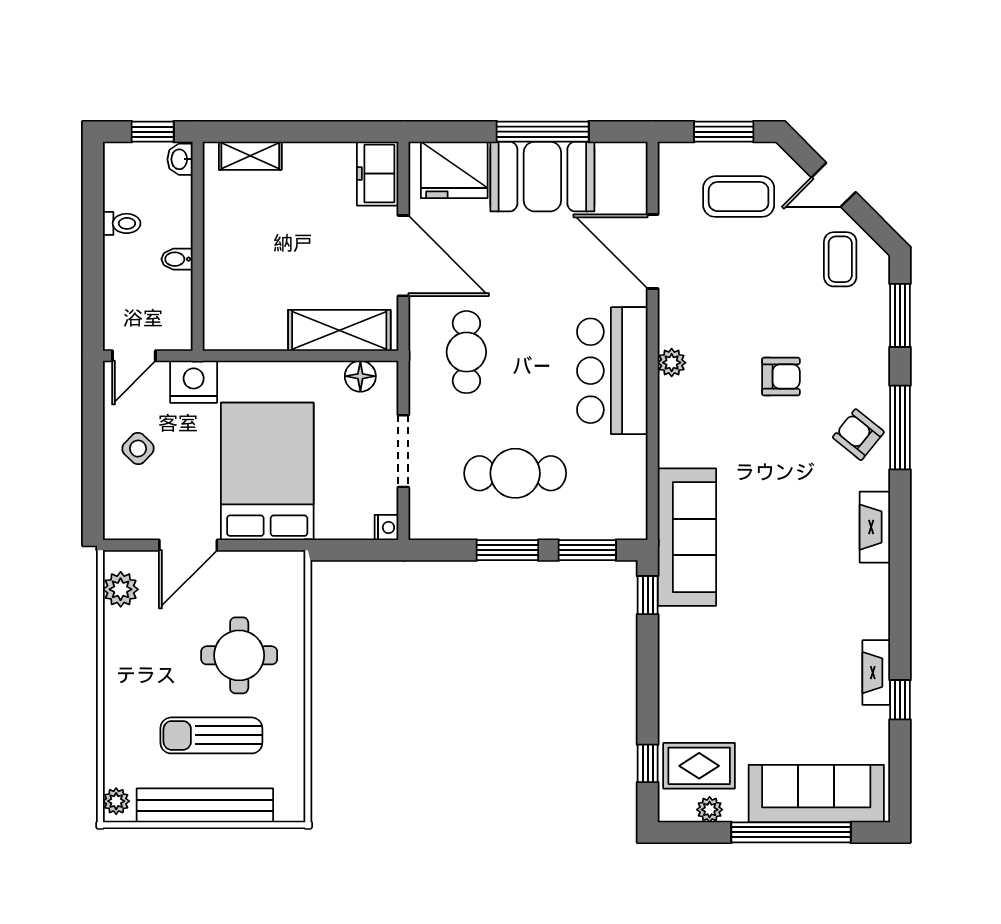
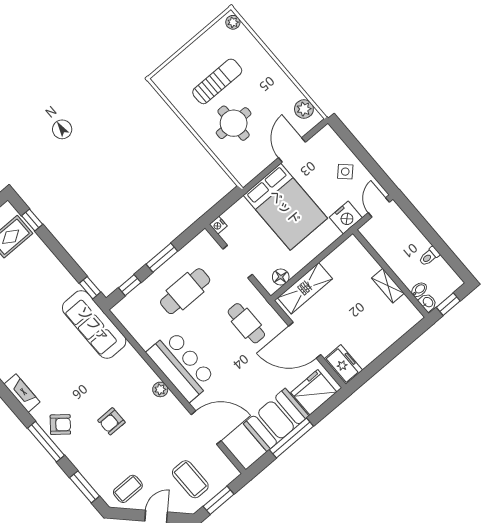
shelving: (250, 156) -> (388, 286), moved, turned 90
coffee table: (739, 197) -> (190, 479), turned 90
bidet: (177, 259) -> (419, 290), moved
coffee table: (840, 259) -> (128, 489), turned 90
window: (587, 550) -> (130, 285), width x0.67
bench: (205, 805) -> (196, 51), removed

